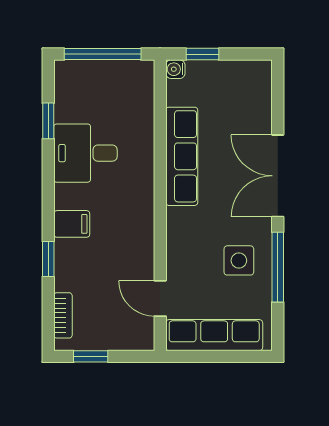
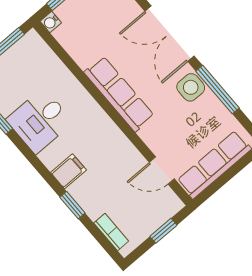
row of seats: (182, 156) -> (119, 94), moved
side table: (239, 260) -> (191, 87), moved
window: (91, 356) -> (163, 231), moved

